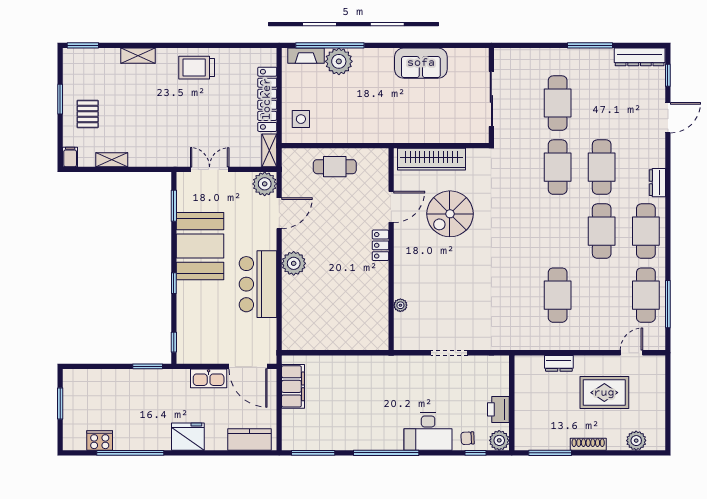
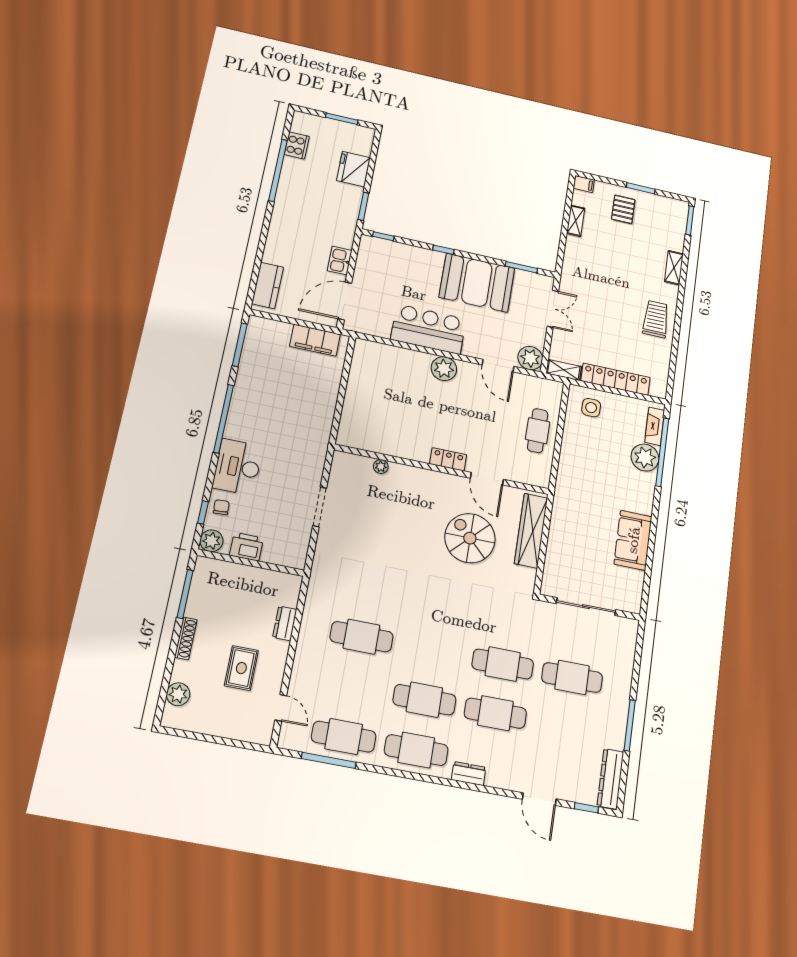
pallet: (88, 114) -> (623, 209), turned 90
kitchen sink: (209, 378) -> (340, 261), width x0.73
rug: (604, 393) -> (241, 668), width x0.73, depth x0.70
fridge: (188, 437) -> (353, 169), moved, turned 180

